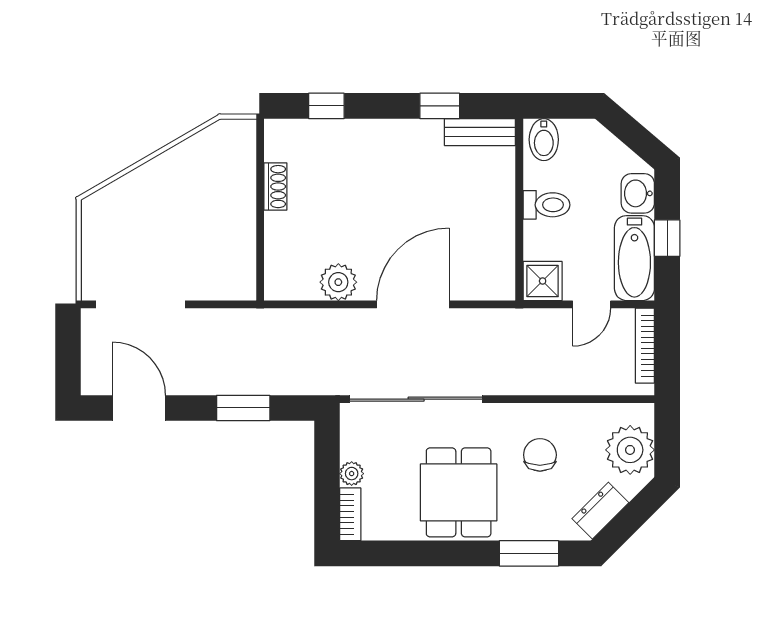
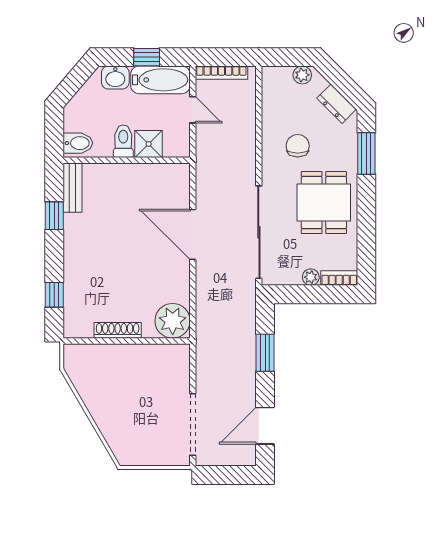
shoe rack: (275, 187) -> (118, 330), width x1.43
shower: (543, 281) -> (149, 144), moved
plant: (338, 282) -> (173, 321), moved, width x1.36, depth x1.36
plant: (630, 450) -> (302, 75), width x0.53, depth x0.53
chair: (540, 455) -> (298, 146), turned 90
dining table: (459, 492) -> (324, 203), turned 90

